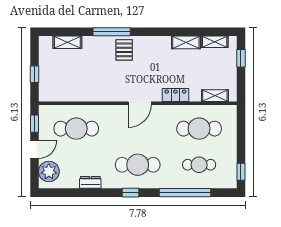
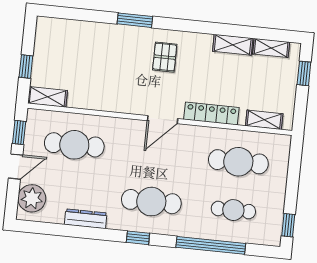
window: (112, 32) -> (135, 20), width x0.69
shelving: (67, 42) -> (48, 97), moved
pallet: (124, 50) -> (165, 57), moved
locker: (175, 95) -> (211, 113), width x1.53
dresser: (90, 182) -> (86, 219), width x1.44

